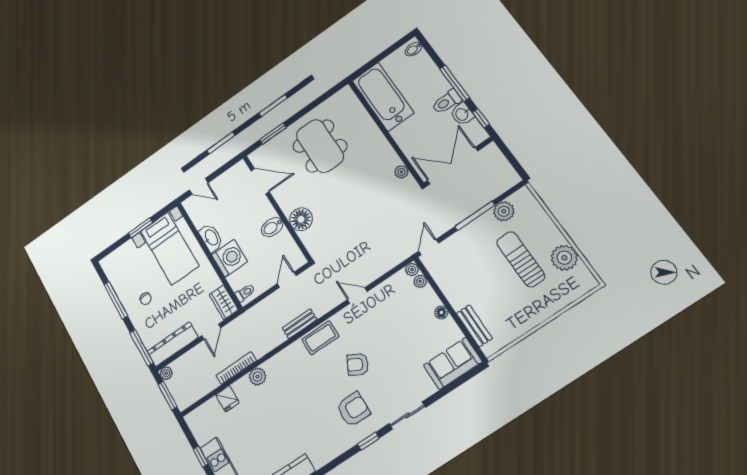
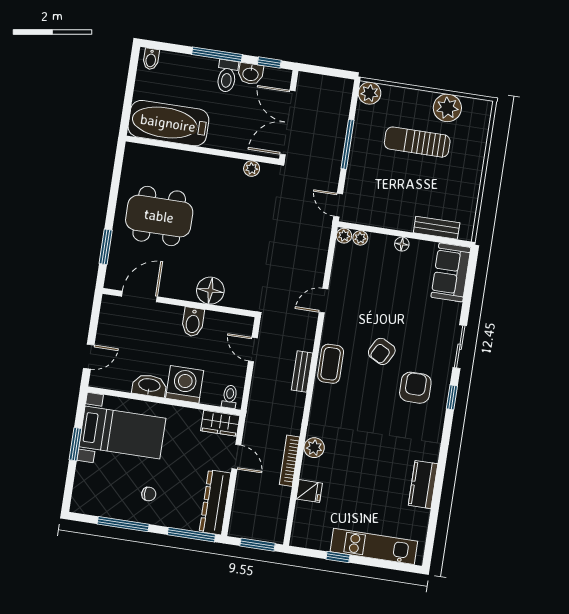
plant: (504, 211) -> (370, 93), moved
plant: (166, 373) -> (236, 530), removed

